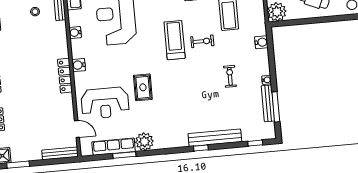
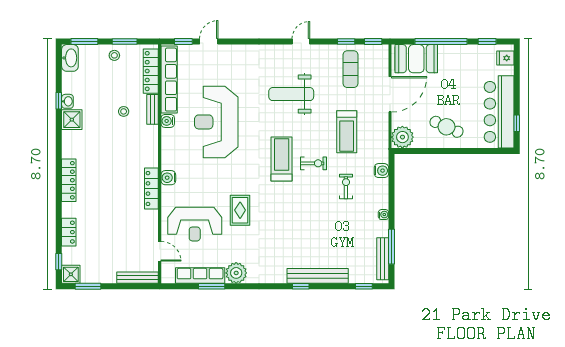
water cooler: (75, 33) -> (168, 121), moved
exercise bike: (230, 76) -> (346, 187), moved
bench: (268, 103) -> (383, 259), moved

